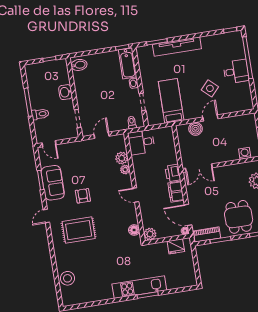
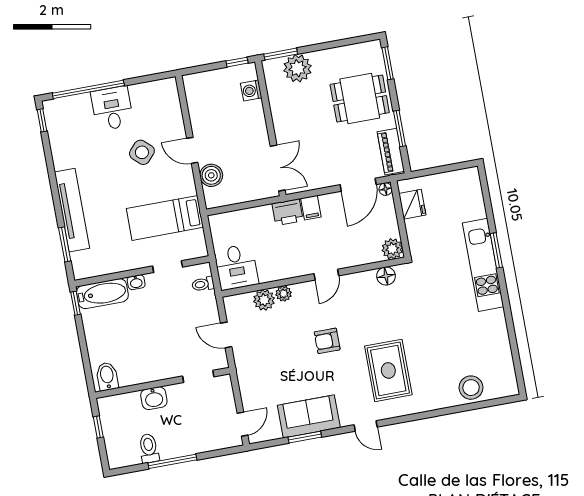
toilet: (40, 114) -> (149, 448), moved
filing cabinet: (176, 192) -> (311, 208), width x0.50
armchair: (83, 196) -> (327, 341), moved

